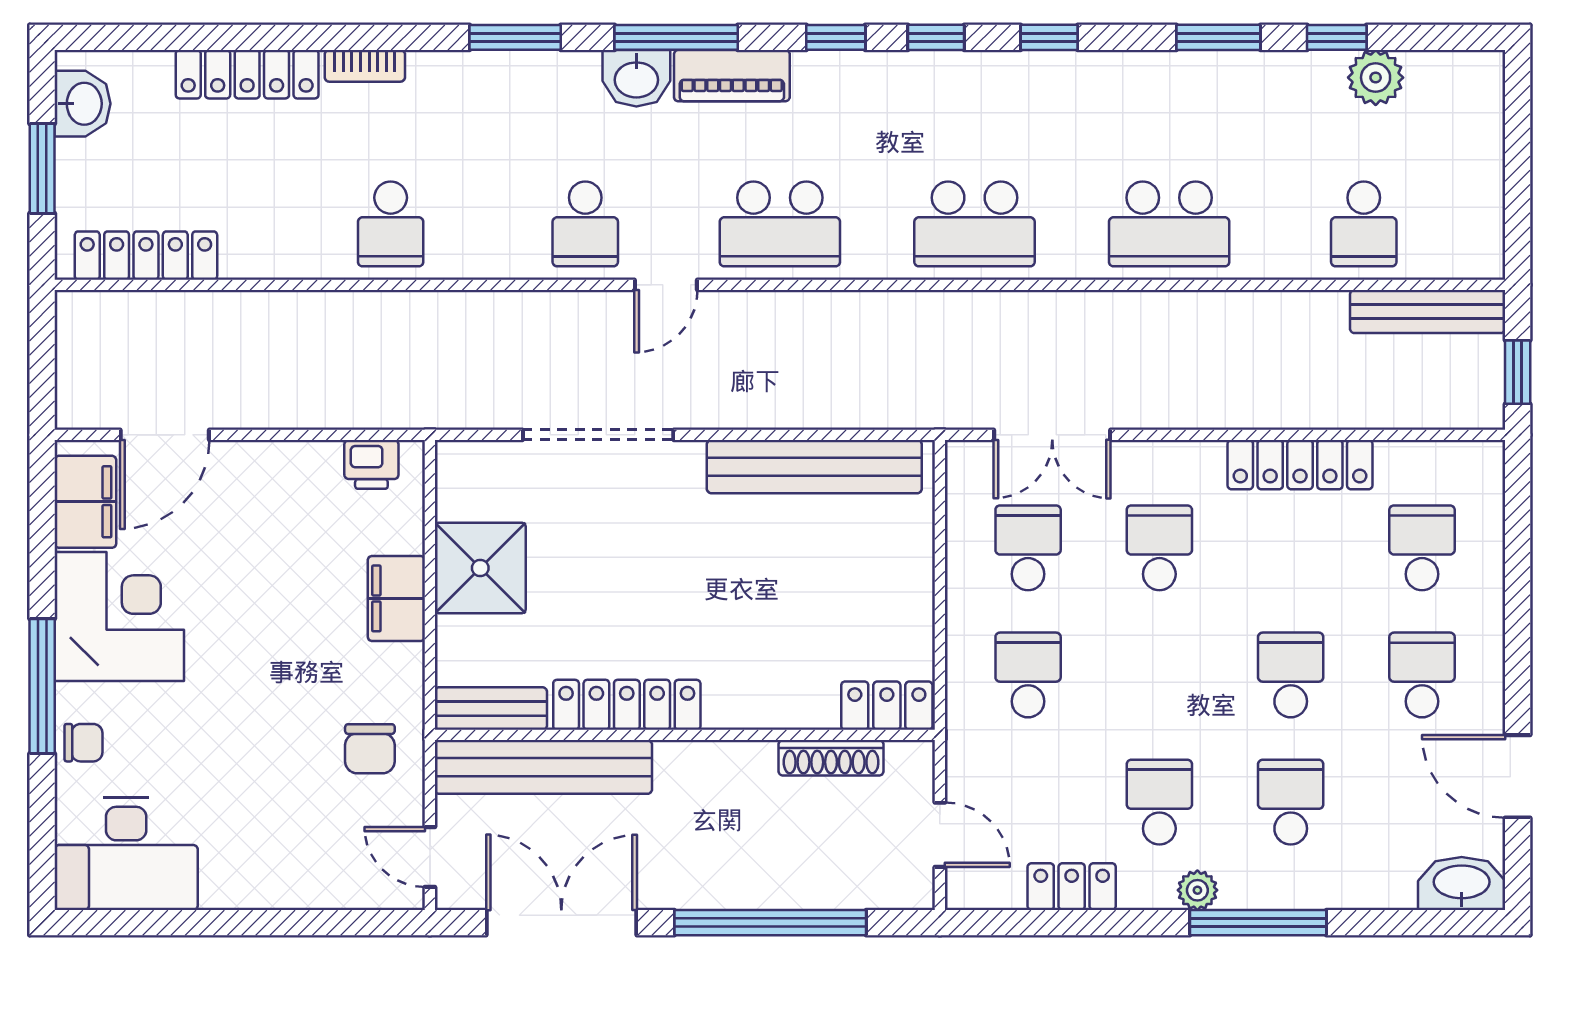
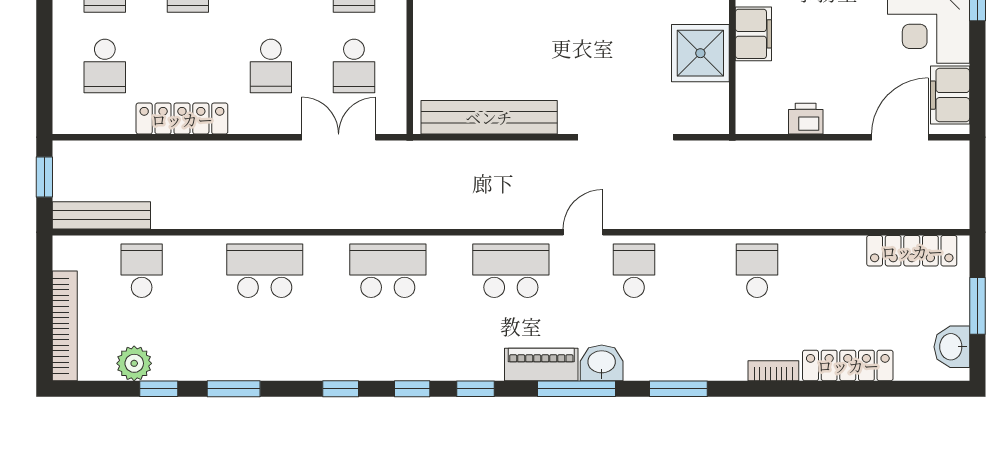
bookcase: (1485, 137) -> (65, 326), added
printer: (371, 464) -> (806, 119), moved

